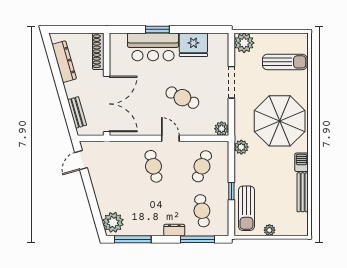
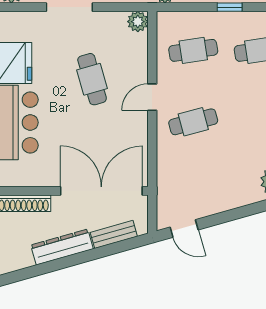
dresser: (64, 62) -> (62, 247), moved
cafe table: (182, 98) -> (92, 79), turned -41
cafe table: (202, 166) -> (193, 50), turned -30

